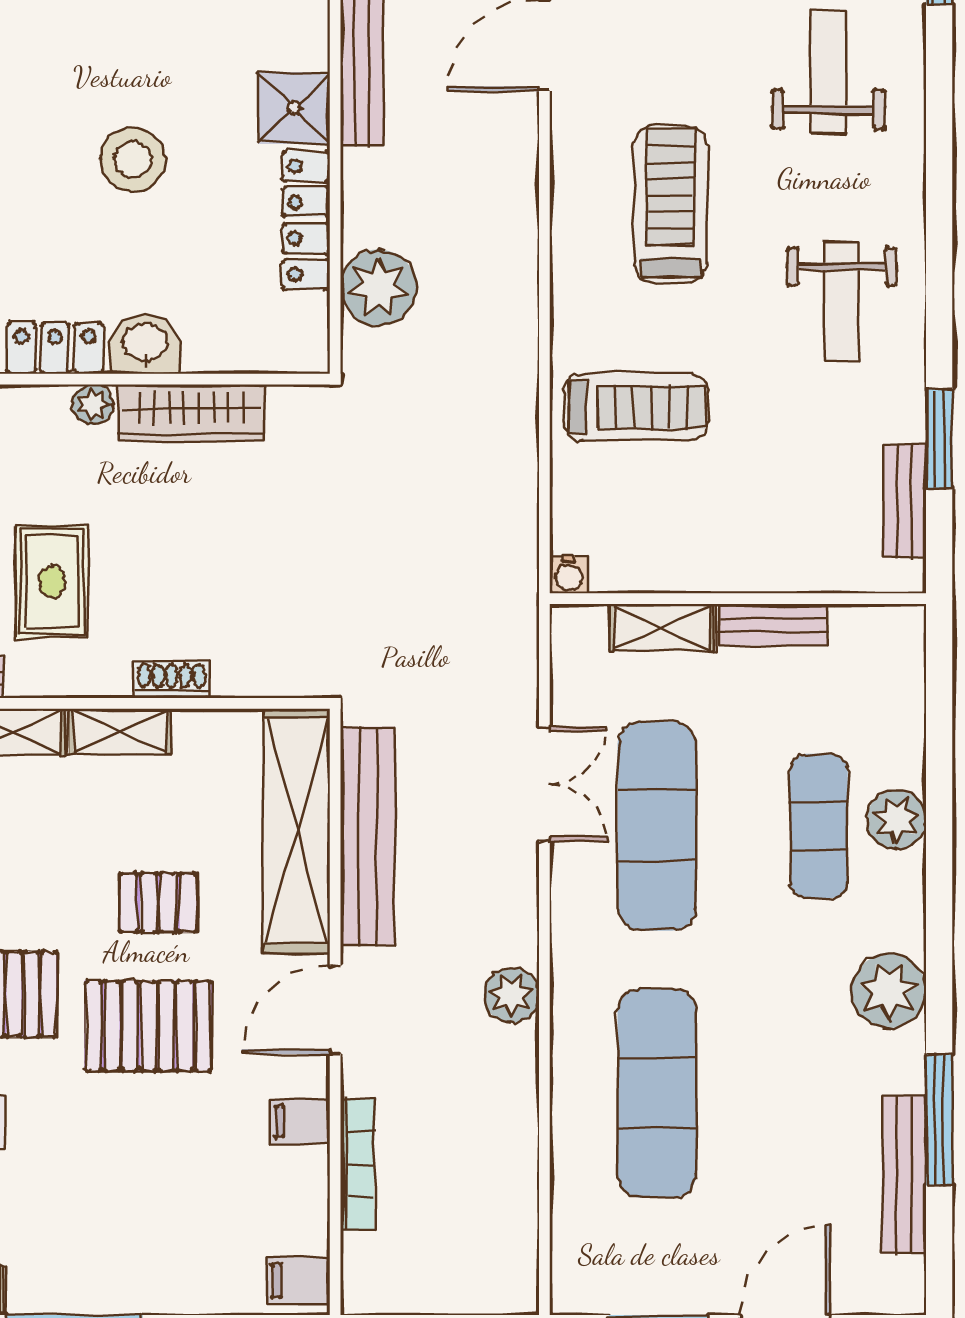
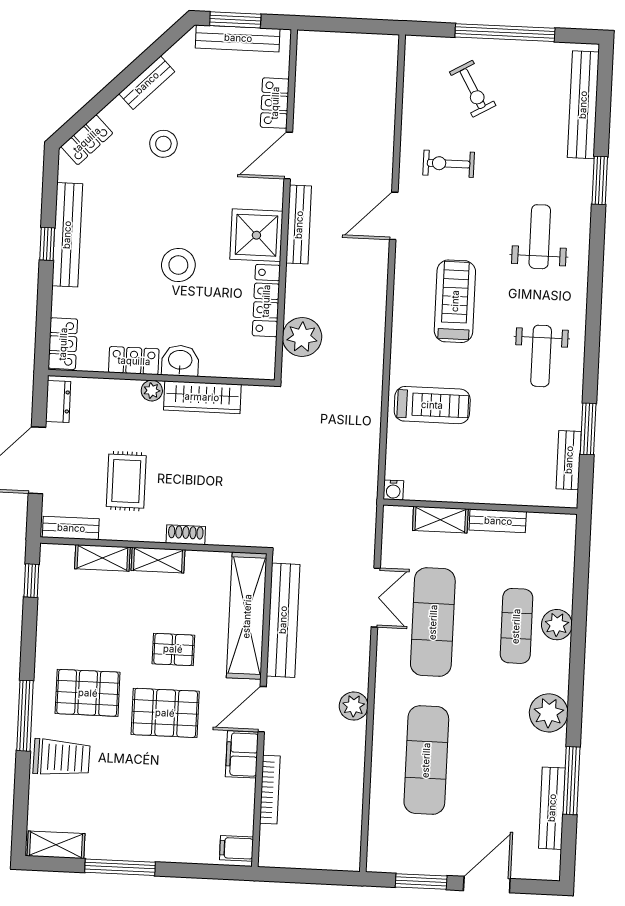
shower: (294, 108) -> (256, 235), width x1.36, depth x1.36
filing cabinet: (300, 1121) -> (242, 754), width x2.00

